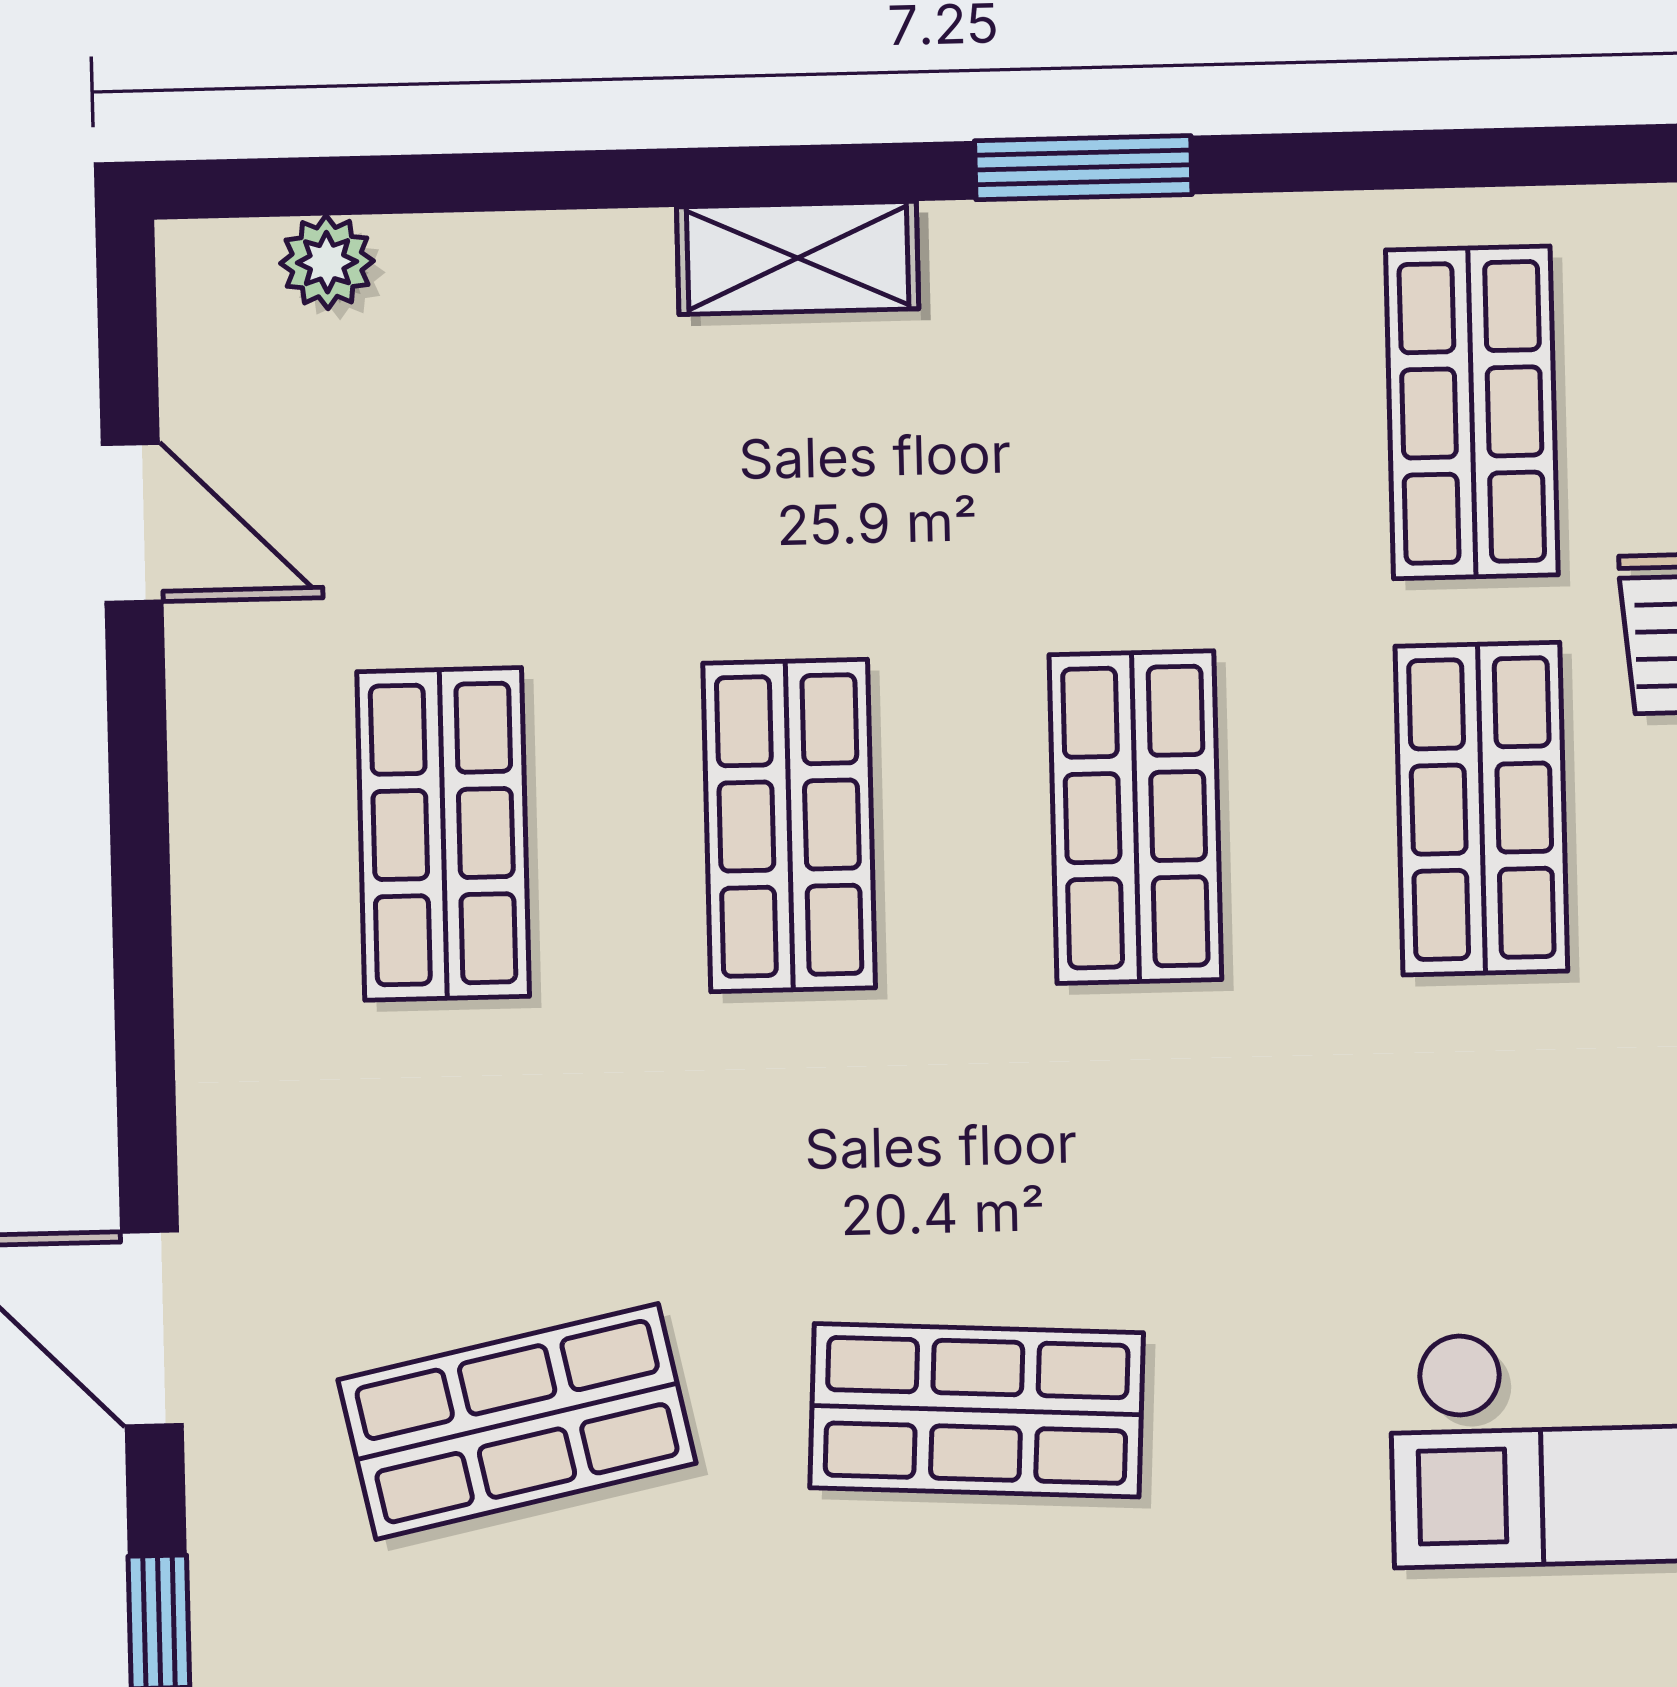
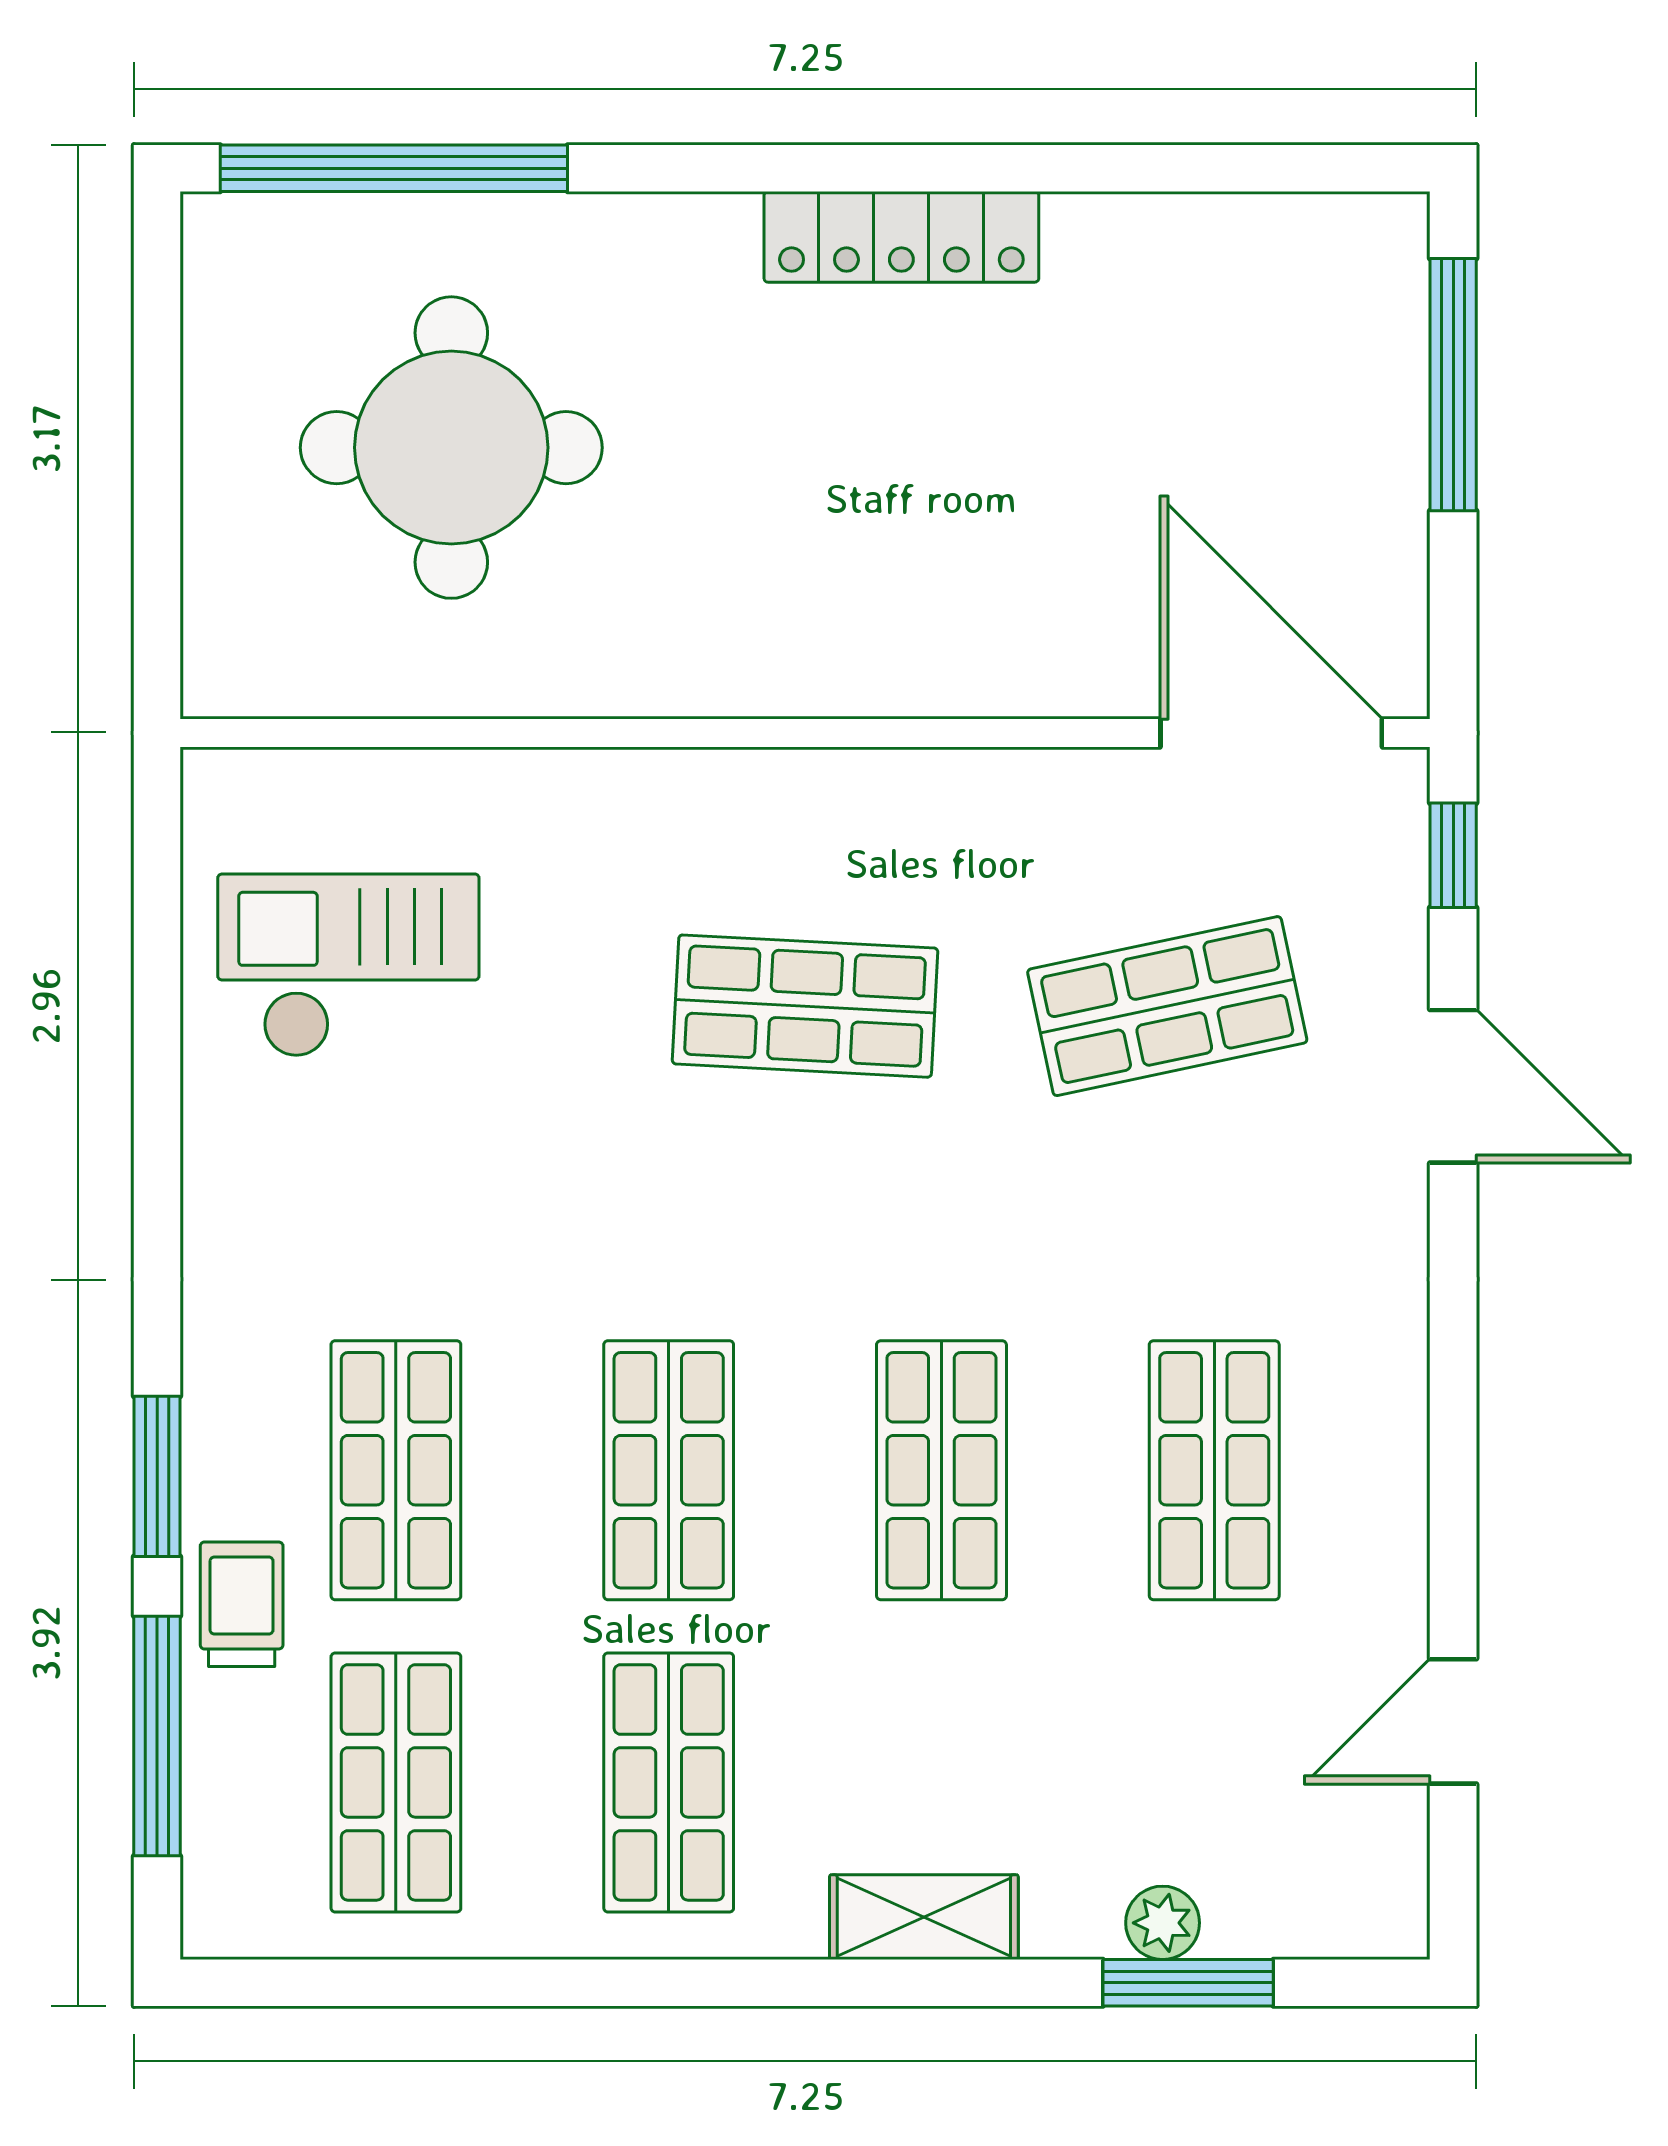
window: (1083, 168) -> (1188, 1983), moved
plant: (327, 262) -> (1163, 1923), moved
shop shelf: (1126, 421) -> (669, 1782), added
door: (132, 523) -> (1453, 1721), hinge flipped

